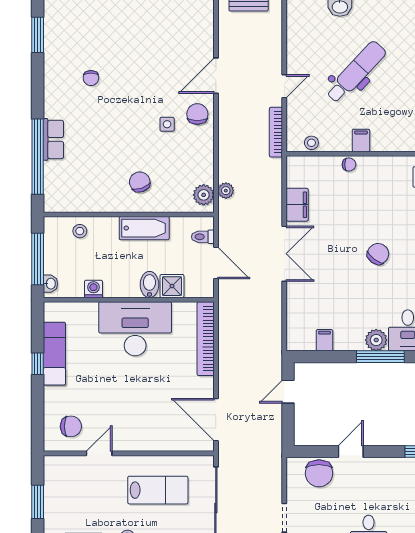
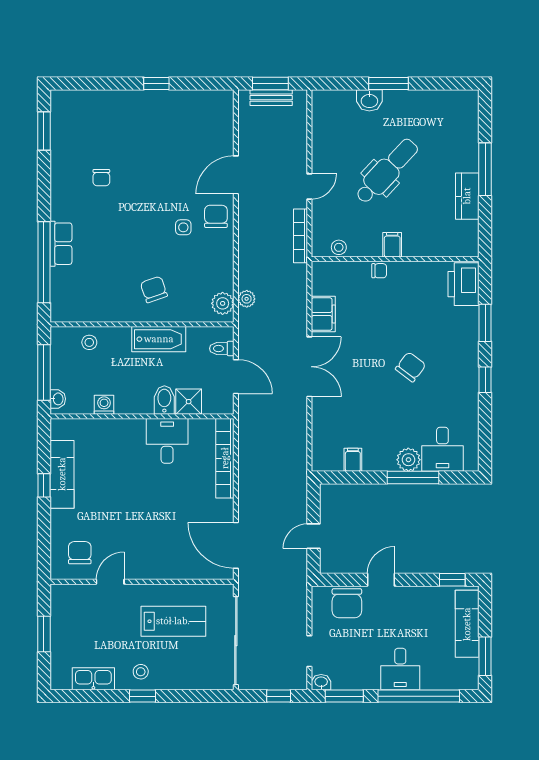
desk: (135, 329) -> (167, 441), width x0.53, depth x0.77
door: (288, 392) -> (314, 536), moved
chair: (71, 426) -> (80, 553), turned -90

